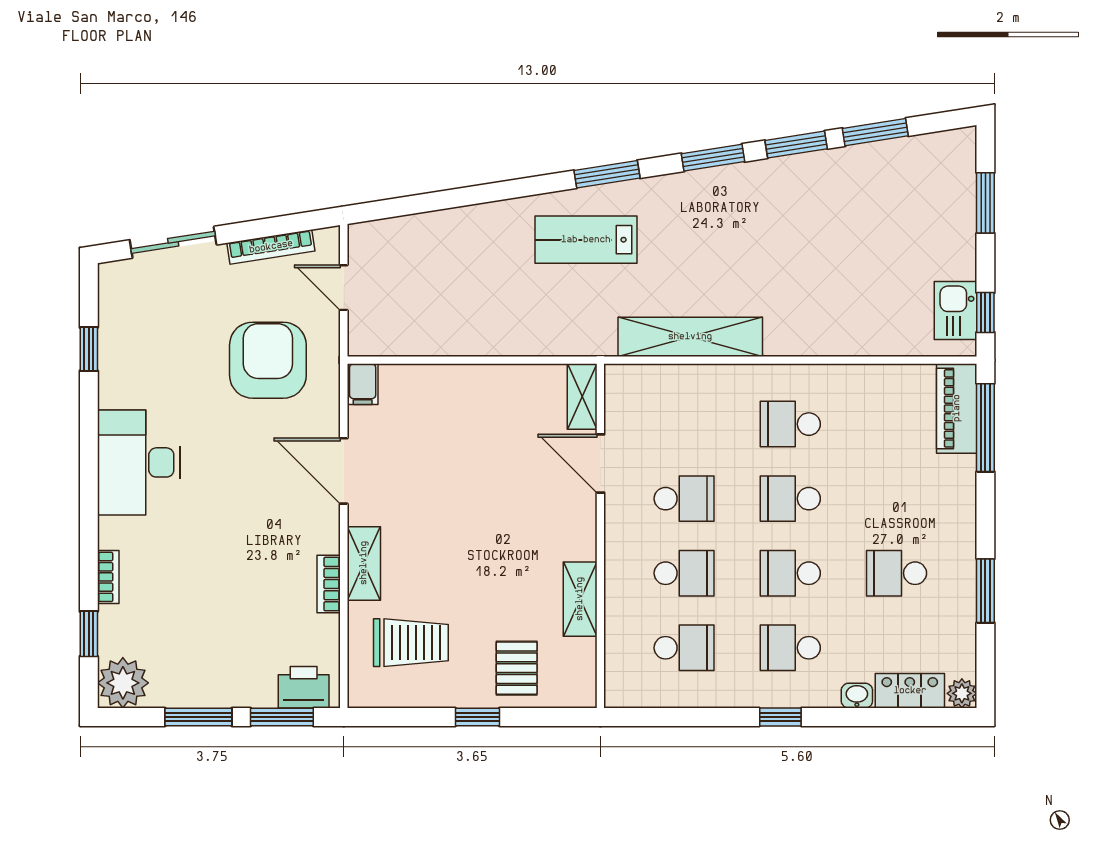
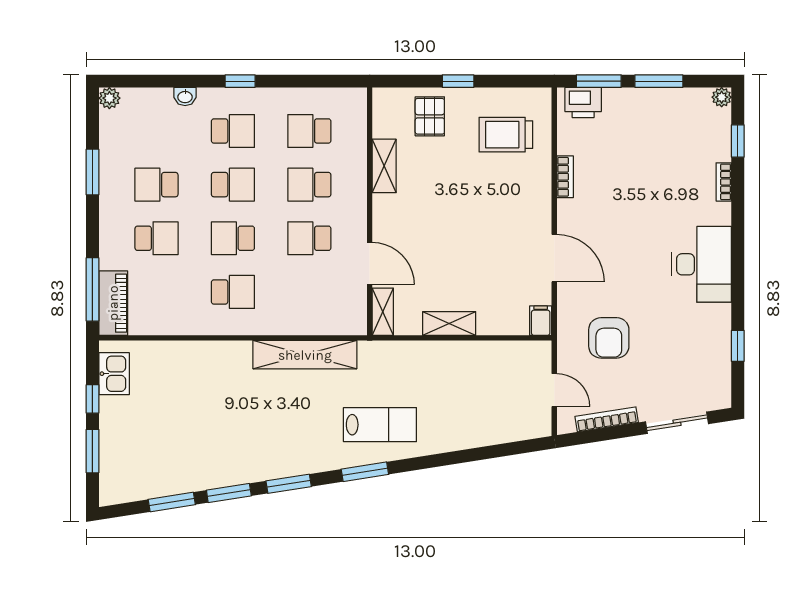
window: (985, 313) -> (92, 399), moved
armchair: (268, 360) -> (609, 338), width x0.73, depth x0.73
school desk: (790, 499) -> (233, 238), turned 180
school desk: (897, 499) -> (156, 238), added
shelving: (364, 563) -> (449, 324), moved, turned 90
school desk: (897, 573) -> (156, 185), turned 180
plant: (123, 683) -> (722, 97), width x0.53, depth x0.53
locker: (910, 691) -> (147, 100), removed

